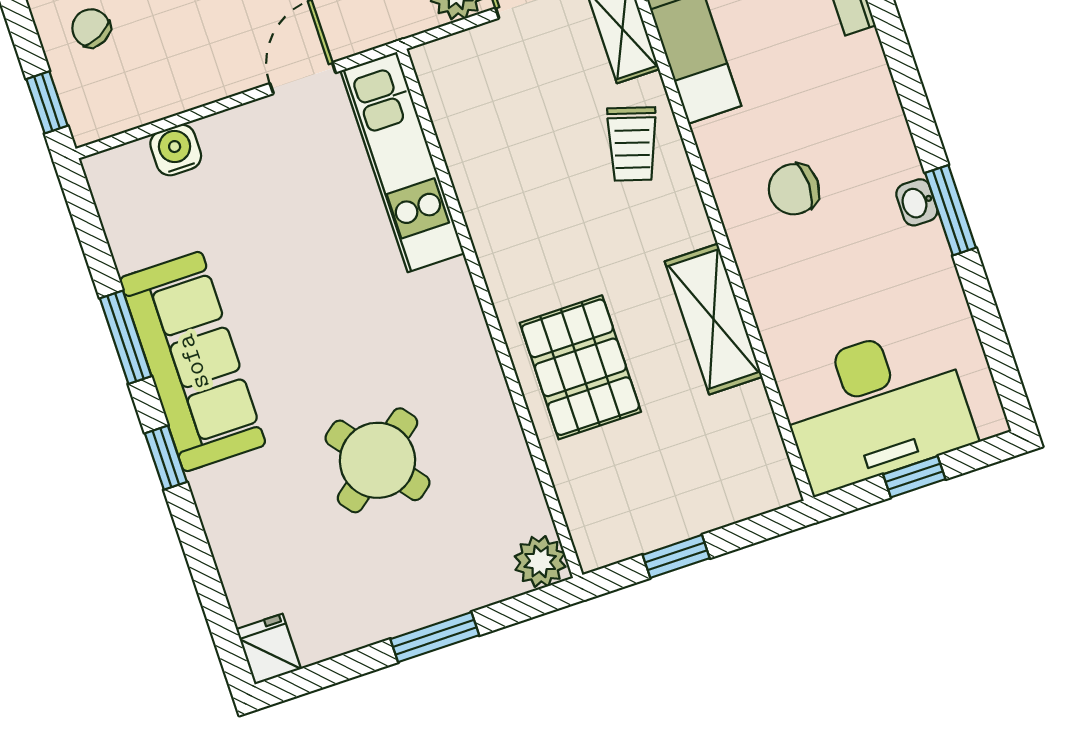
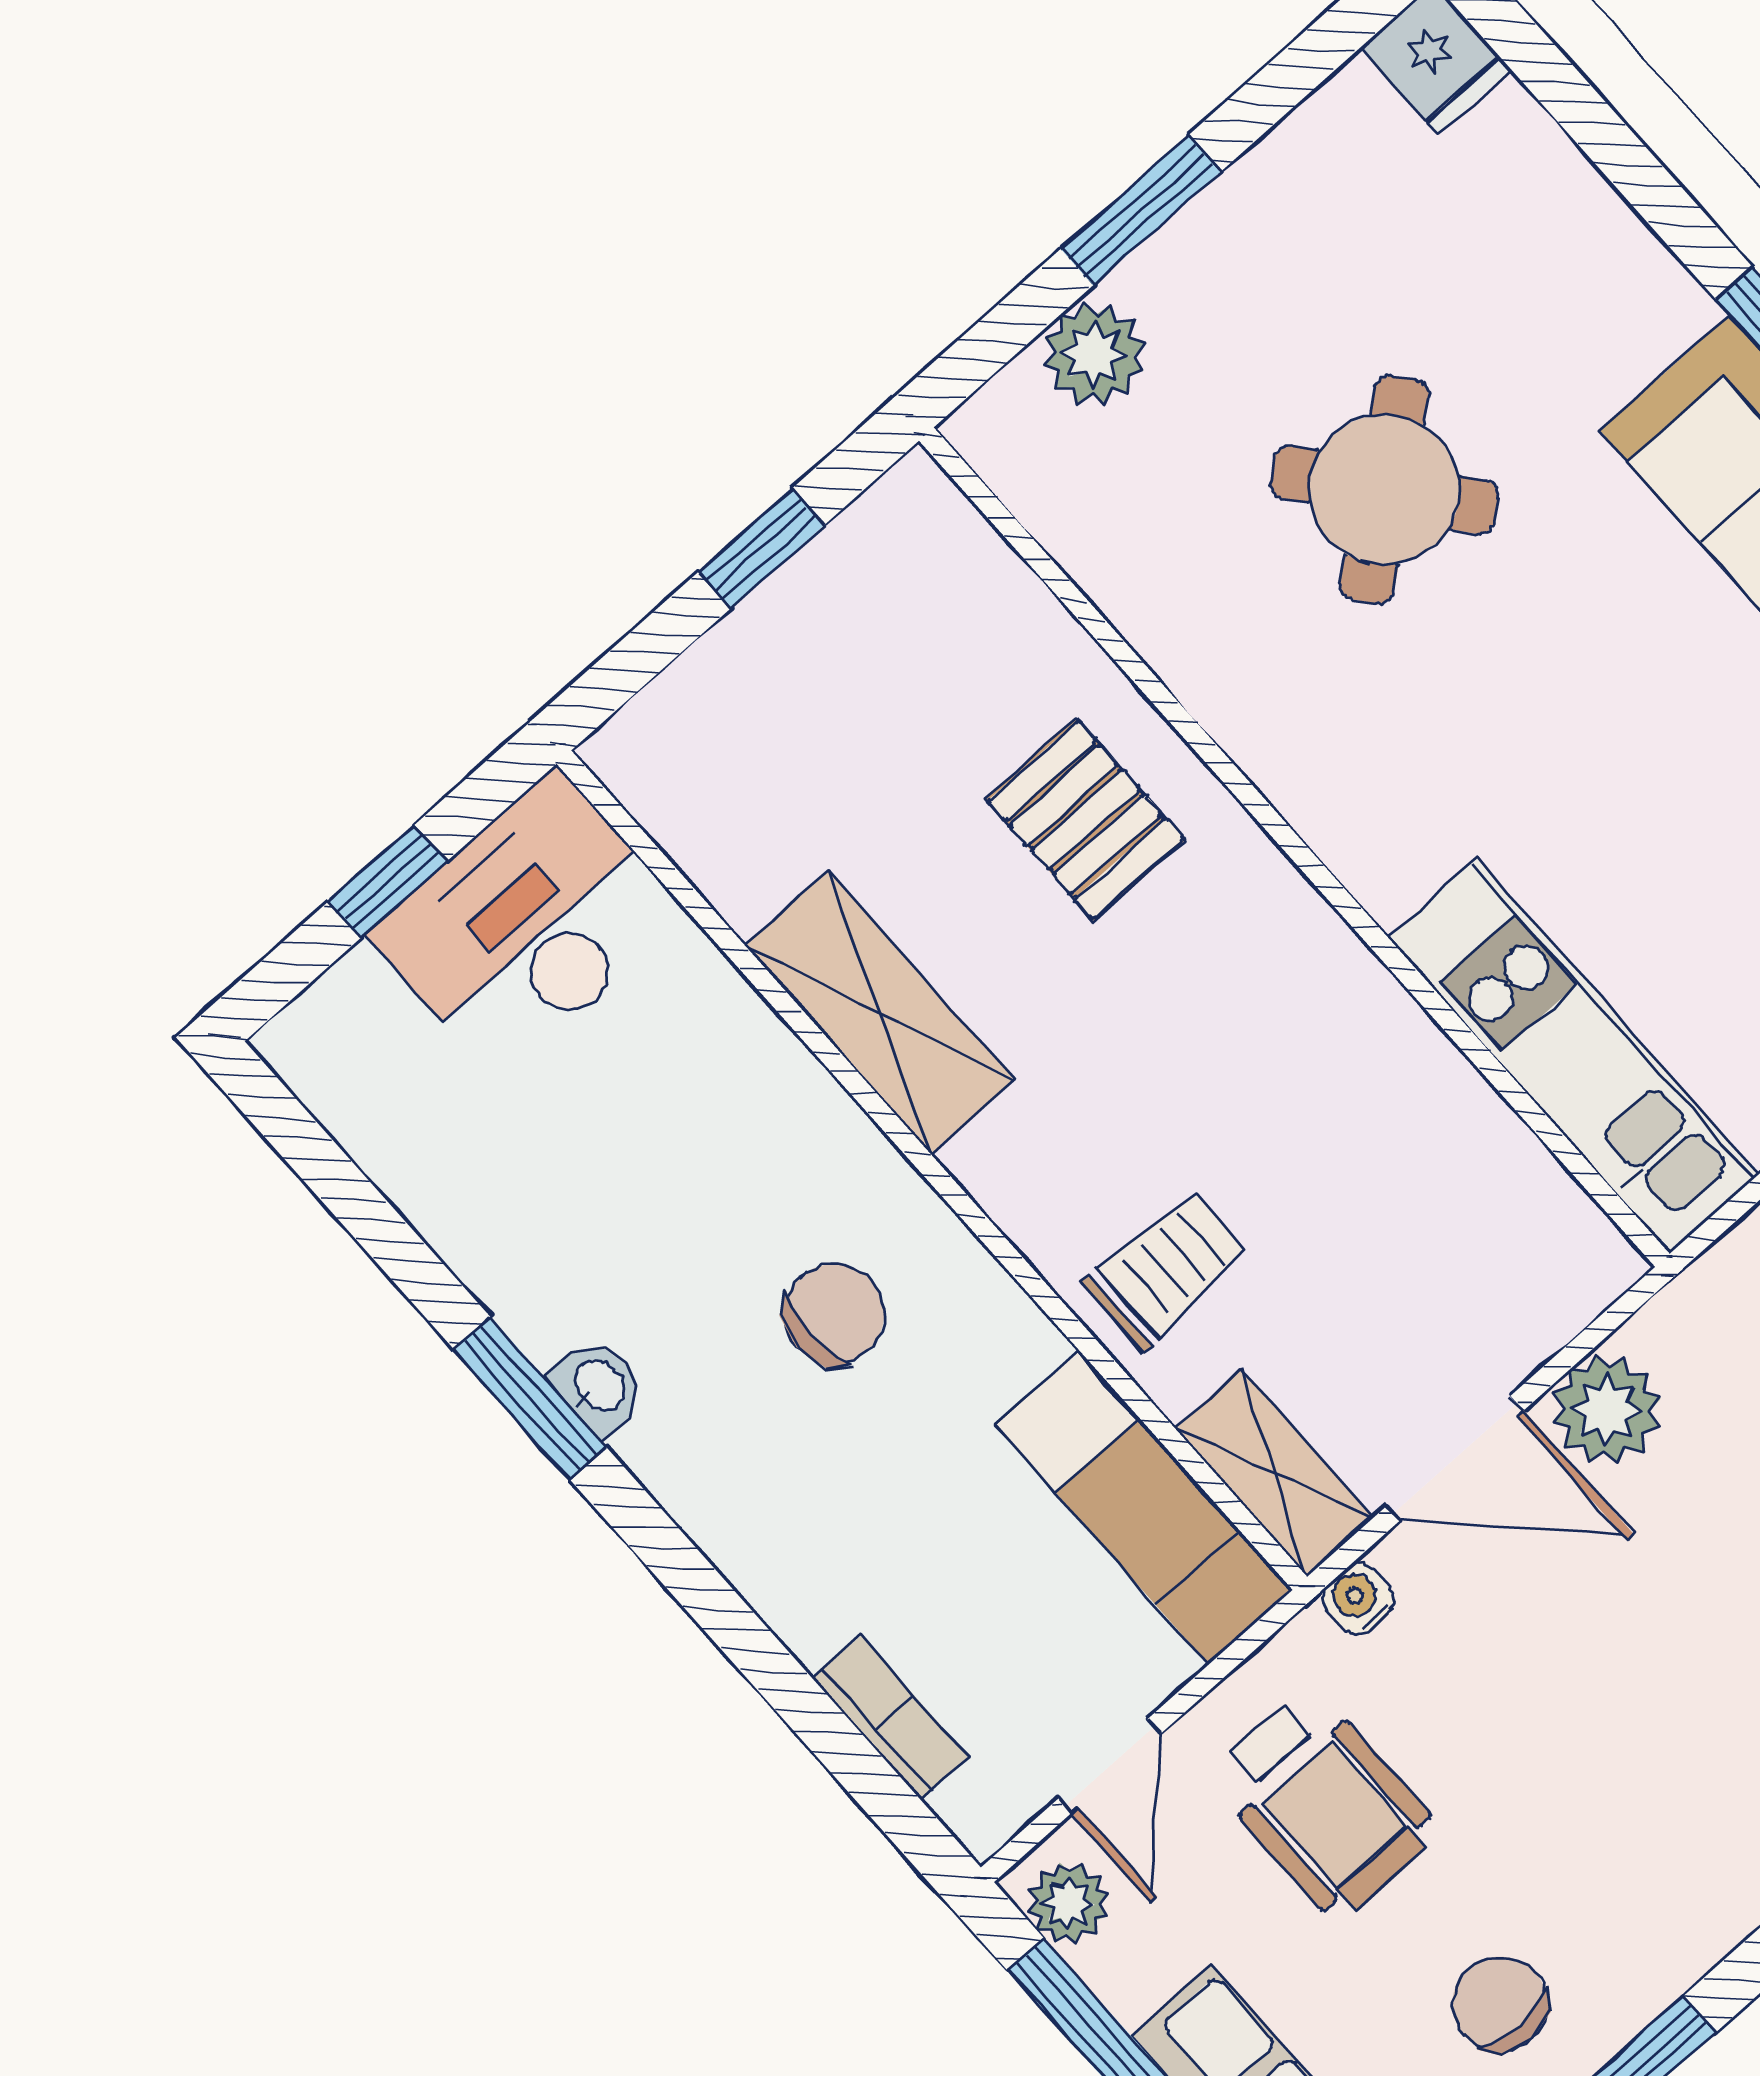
trolley: (632, 144) -> (1166, 1270), turned 73
pallet: (580, 367) -> (1086, 820), width x0.67, depth x0.71
desk: (876, 407) -> (528, 924), width x0.73, depth x0.77
plant: (540, 562) -> (1094, 354), moved

